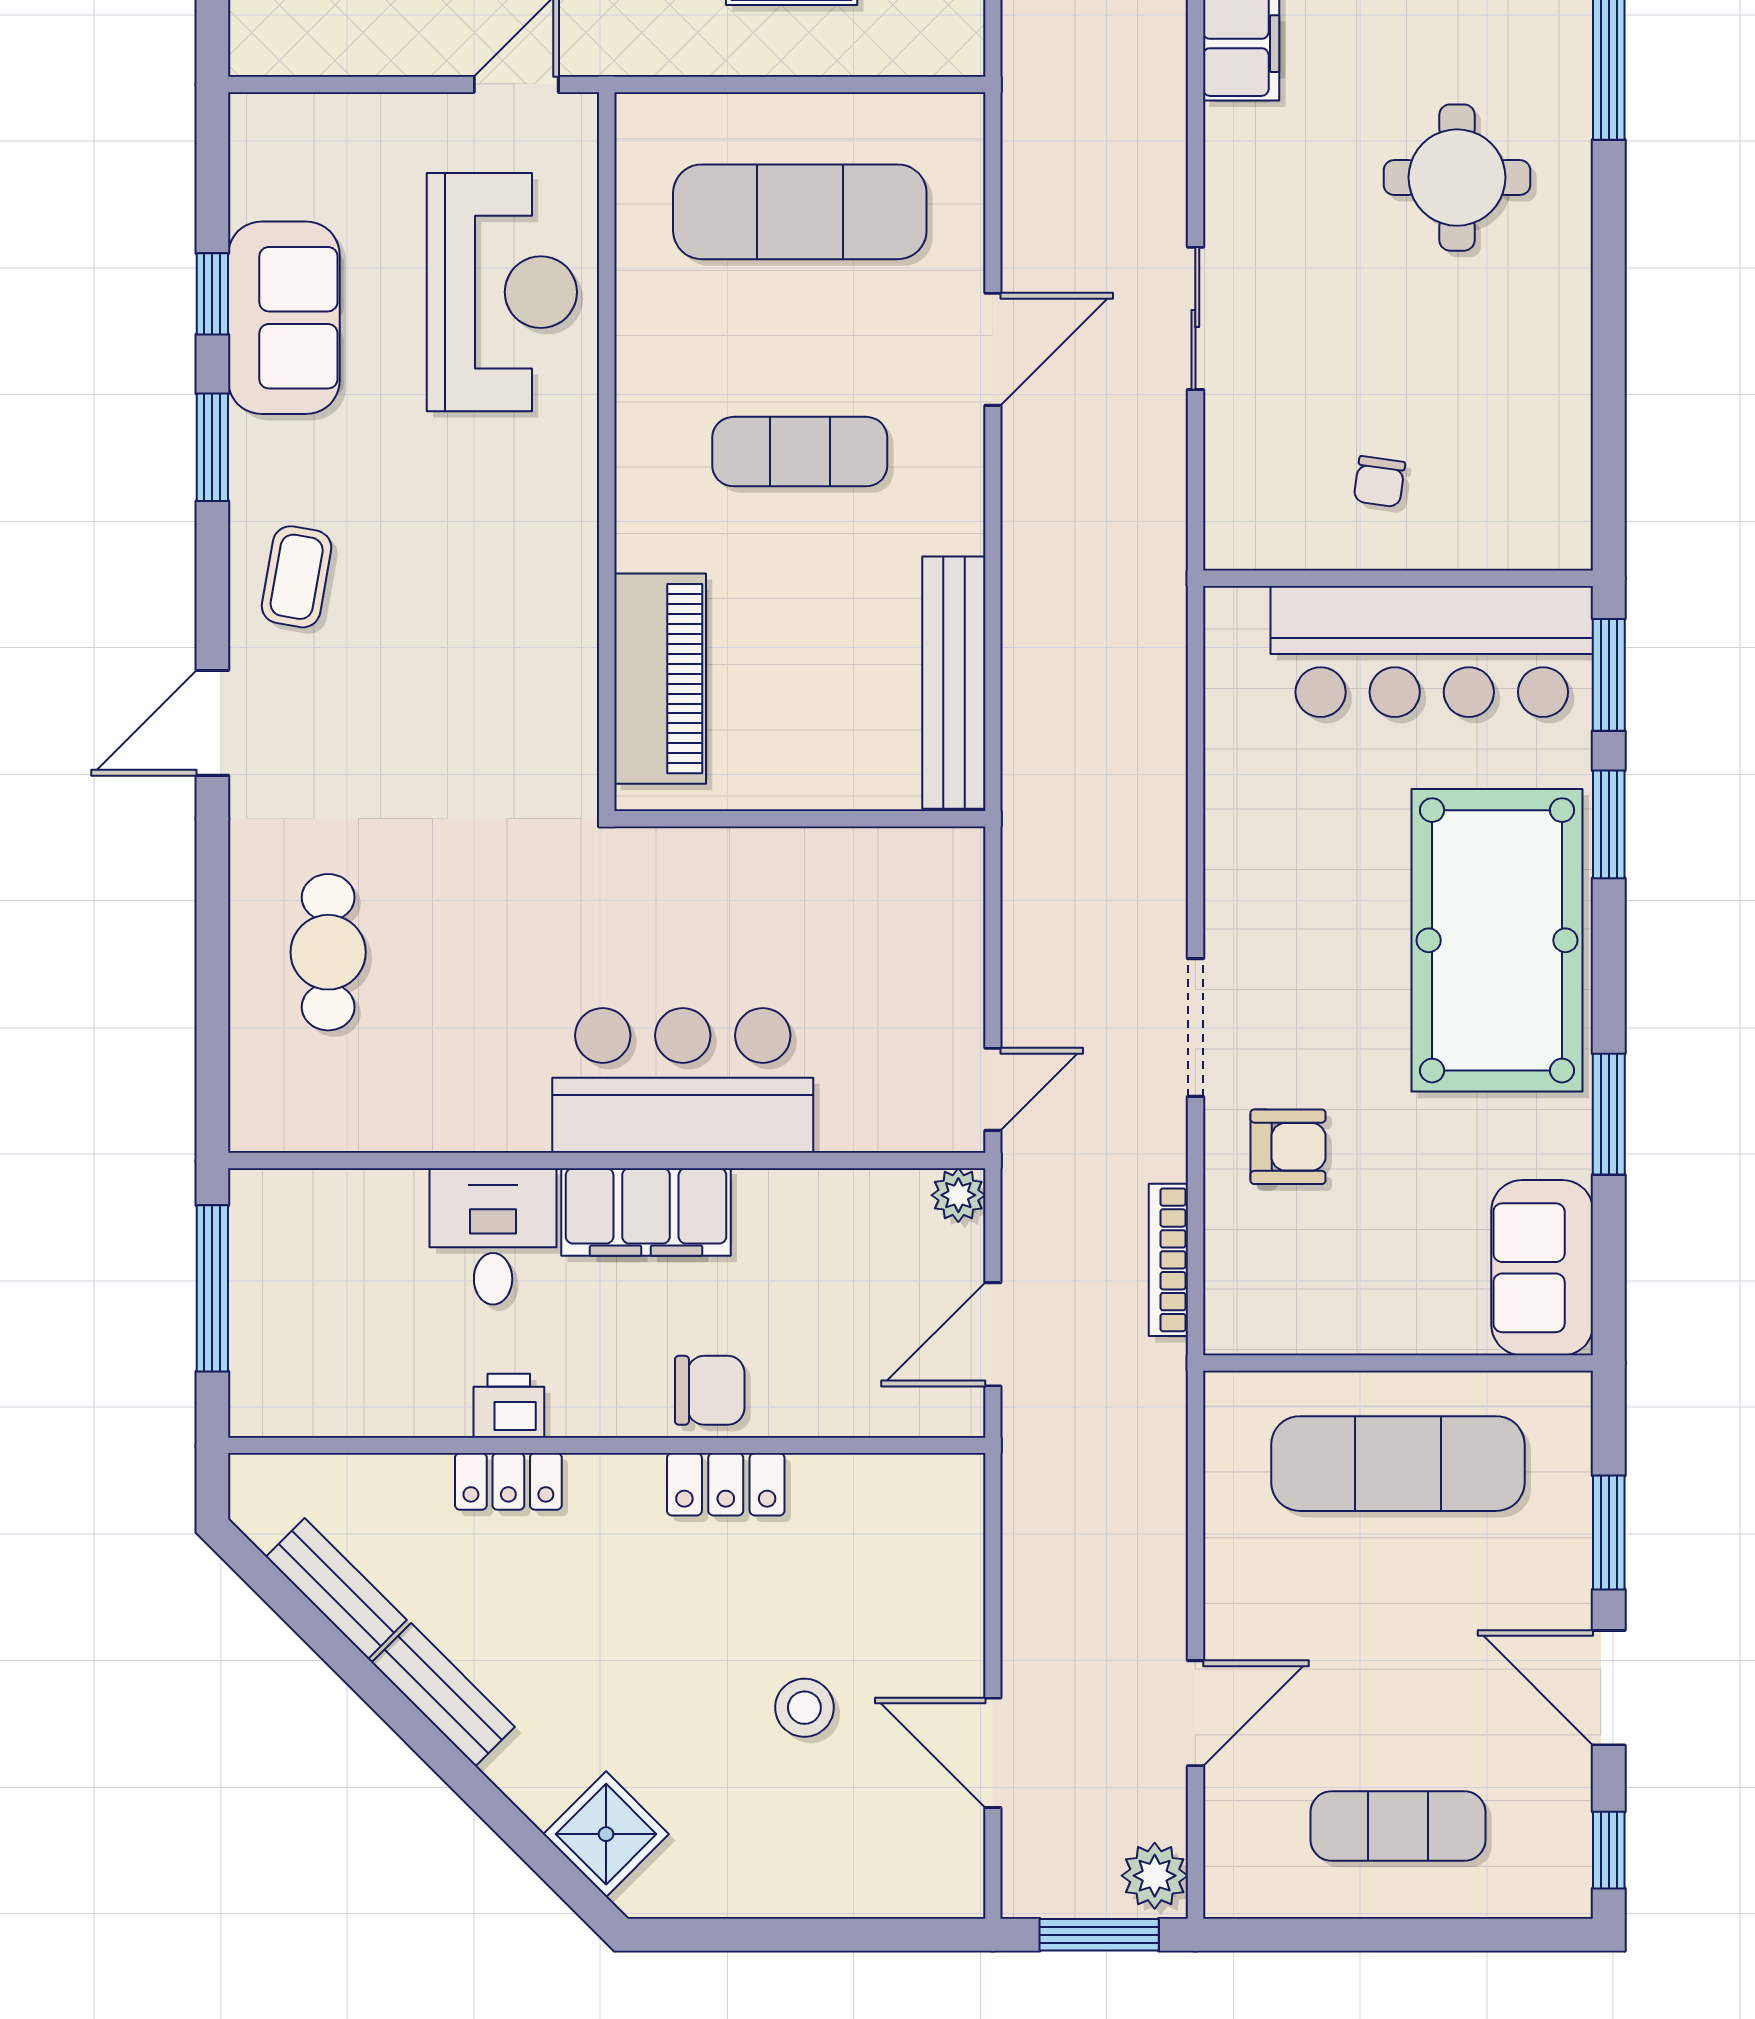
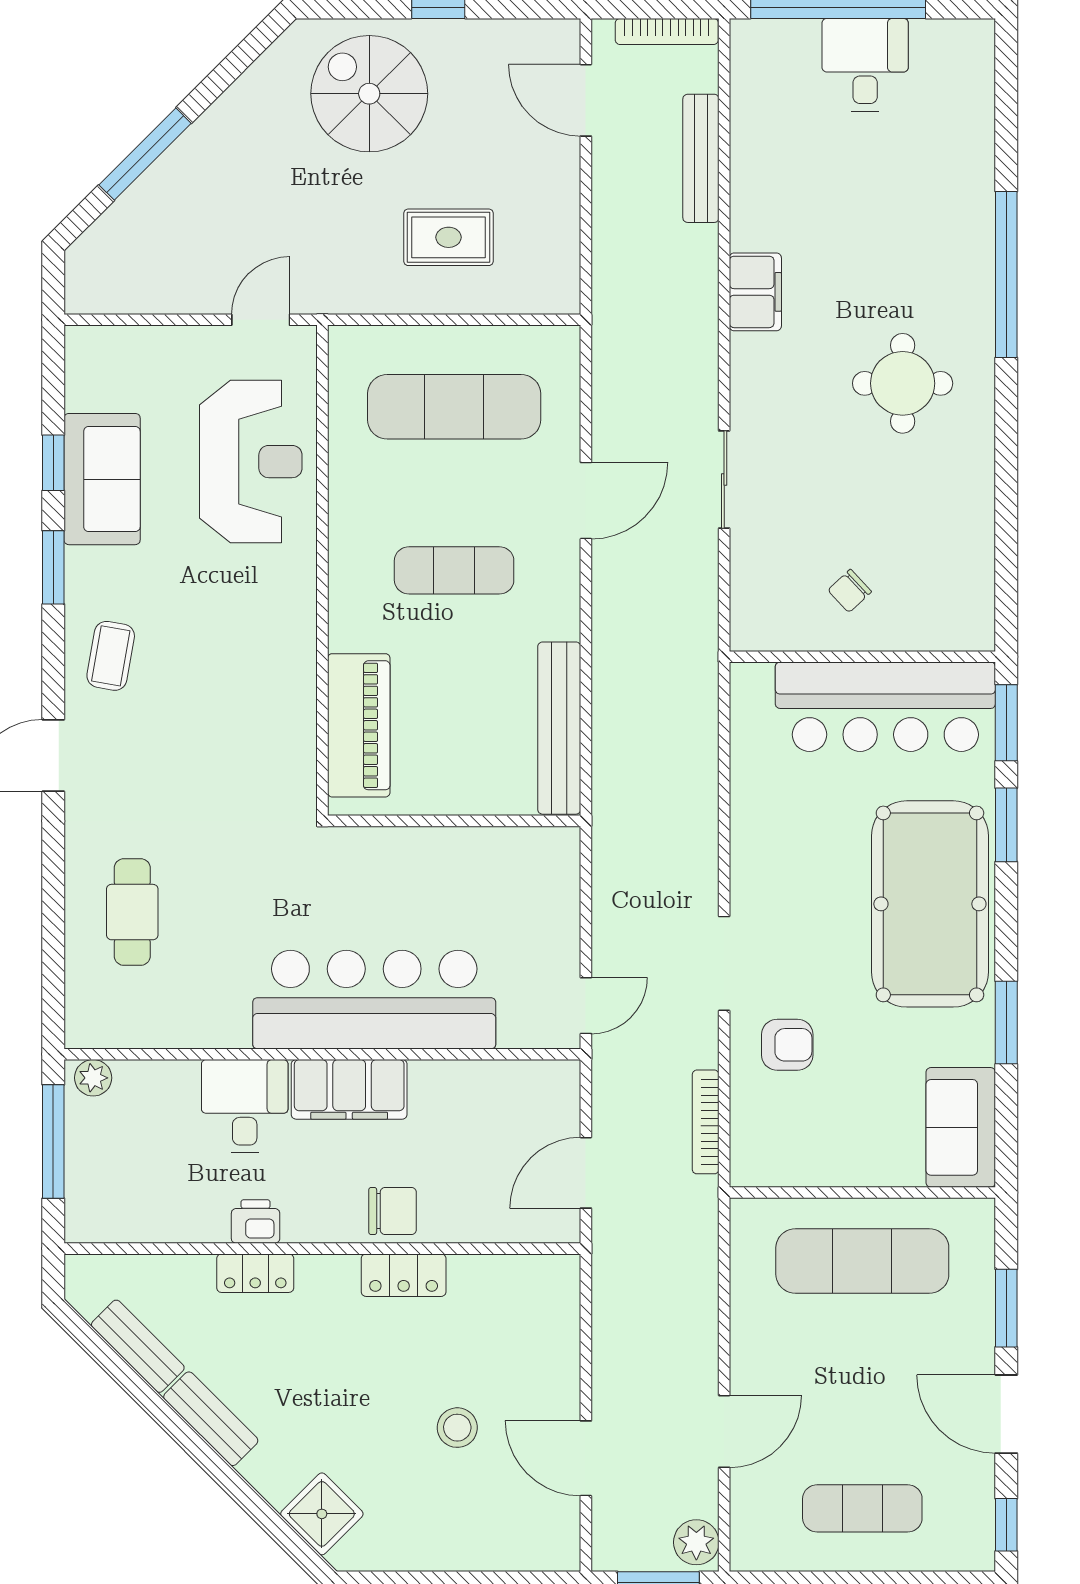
chair: (1379, 482) -> (850, 591), turned 39
bar counter: (683, 1080) -> (374, 1000), width x1.36
plant: (958, 1195) -> (93, 1078), moved

